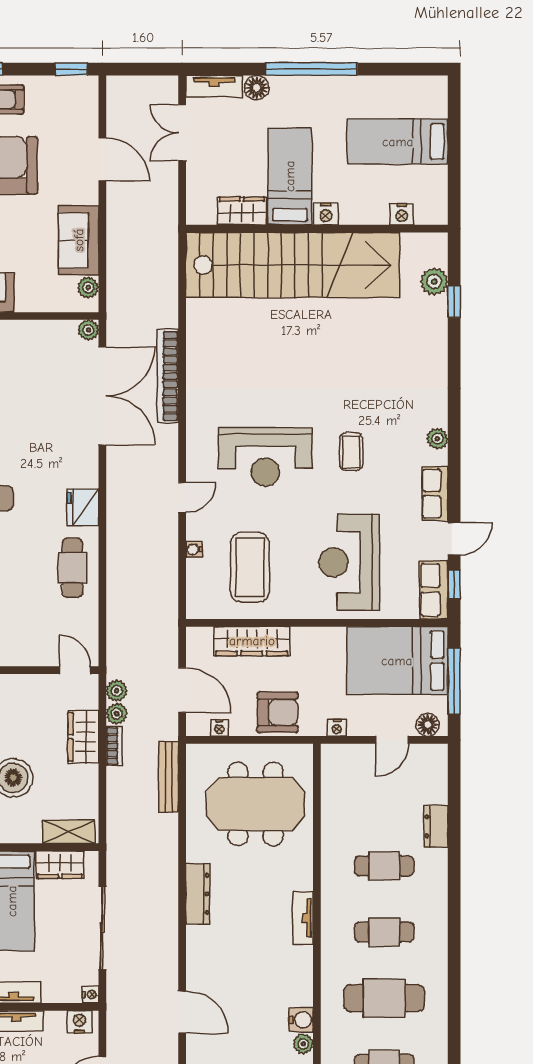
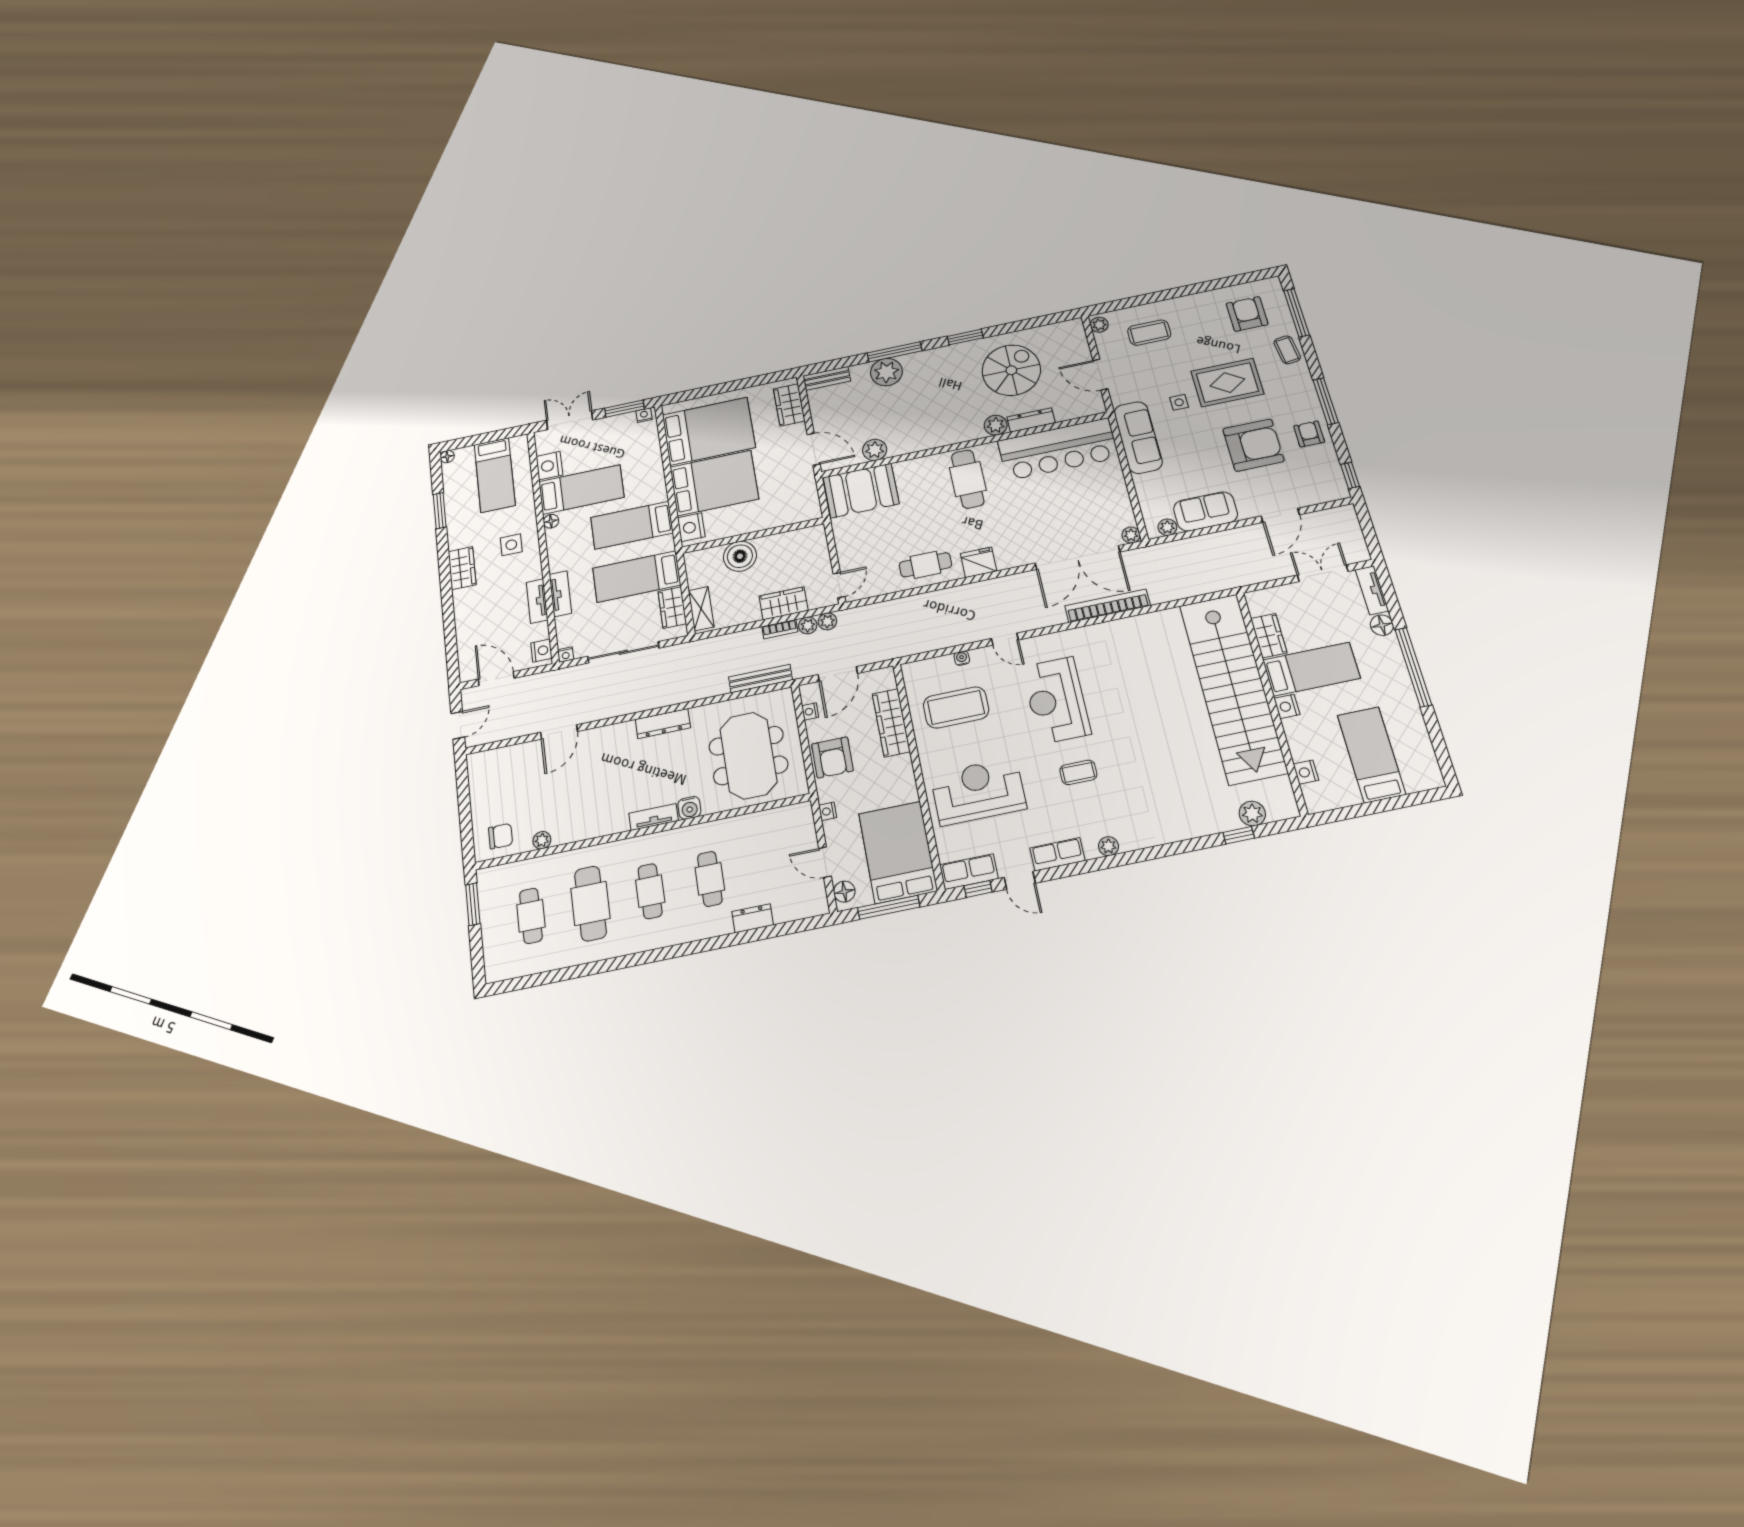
water cooler: (301, 1020) -> (689, 808), moved

